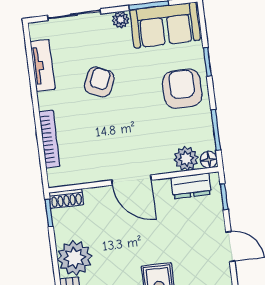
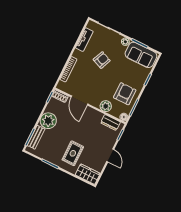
armchair: (182, 89) -> (125, 94), moved
plant: (186, 159) -> (106, 106), moved
door: (132, 180) -> (79, 100), moved

